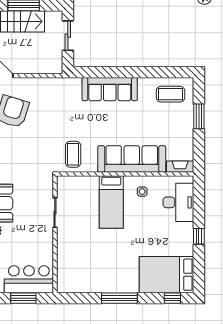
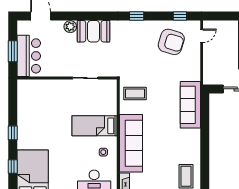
sofa: (110, 89) -> (190, 105), moved
window: (119, 298) -> (13, 133), width x0.46
window: (172, 298) -> (13, 166), moved

